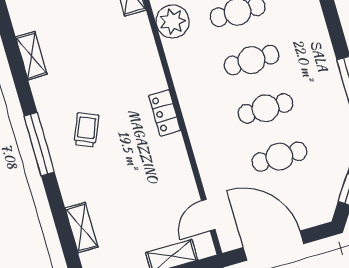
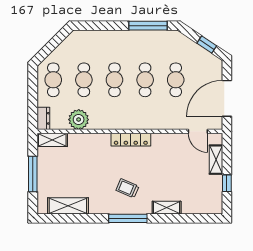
shelving: (31, 56) -> (68, 206), width x1.50, depth x1.33
locker: (165, 113) -> (131, 140), width x1.53
shelving: (82, 228) -> (167, 208), moved

